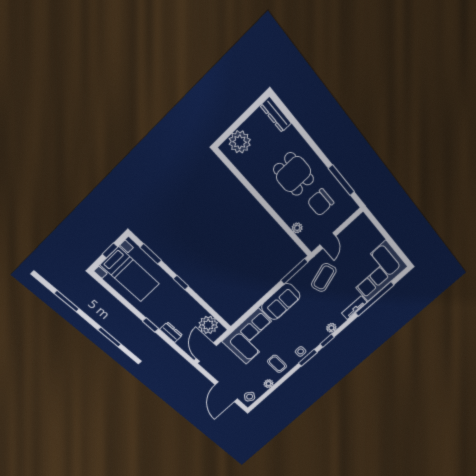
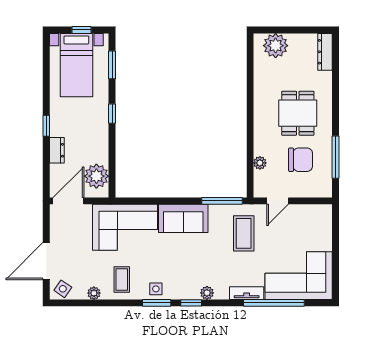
chair: (321, 202) -> (301, 160), turned 180
coffee table: (324, 278) -> (244, 233), turned -72

